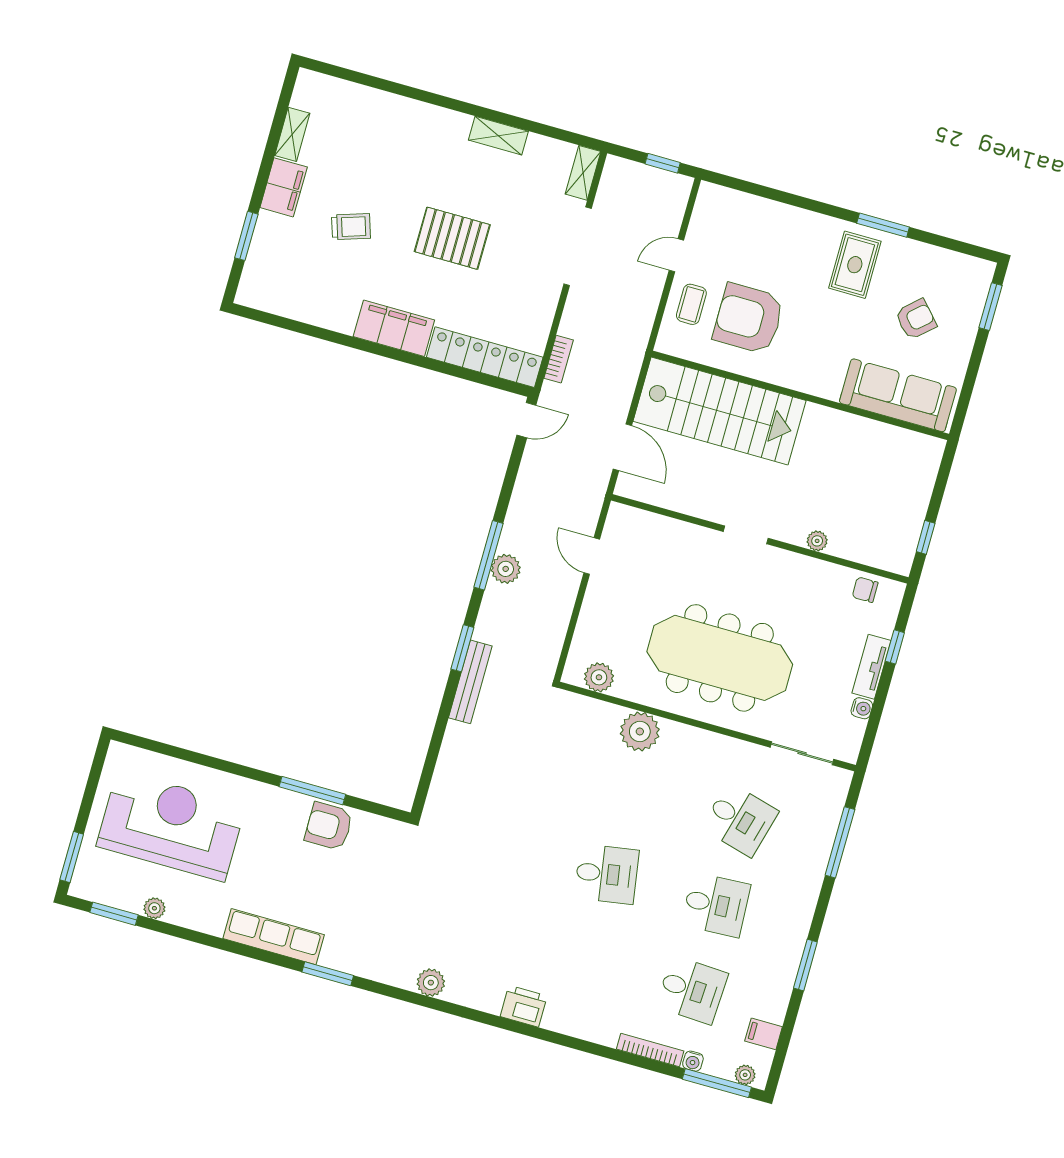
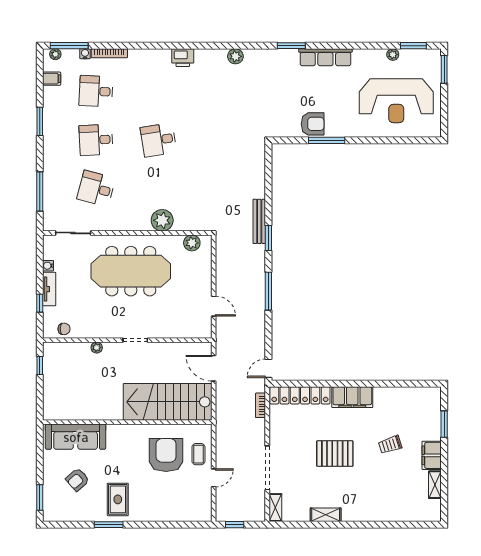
armchair: (749, 319) -> (166, 455), turned -90
plant: (506, 569) -> (257, 286), removed

